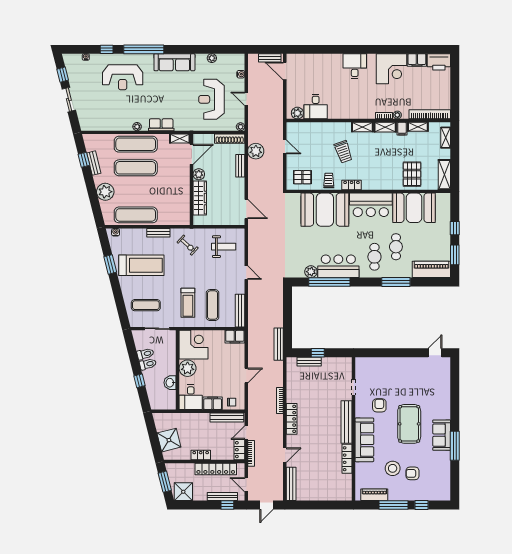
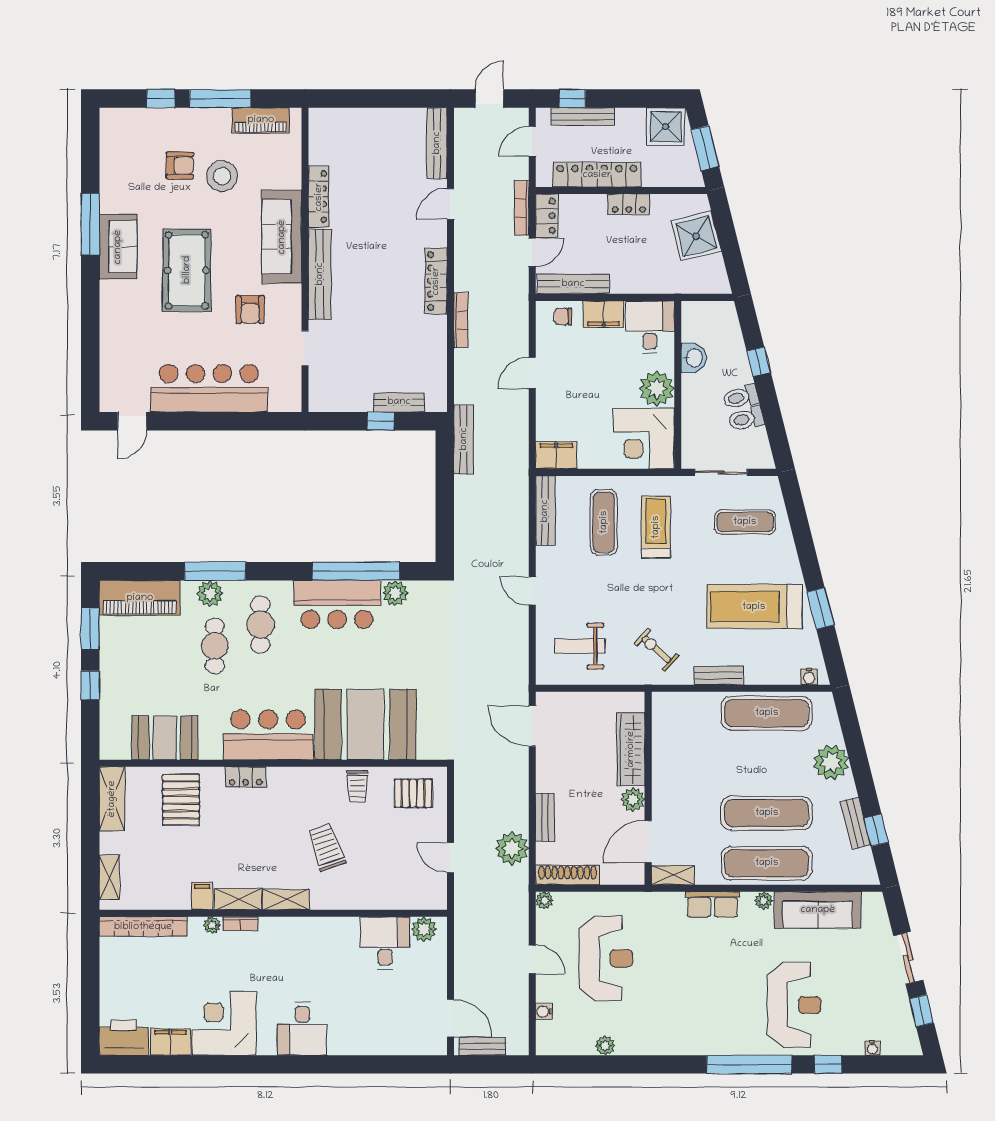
sofa: (174, 62) -> (818, 910), moved, turned 180
reception desk: (123, 77) -> (794, 1005), turned 90
shelving: (418, 127) -> (168, 900), removed
locker: (352, 185) -> (246, 777), moved
booth: (414, 208) -> (165, 738), width x0.73, depth x0.70
plant: (398, 271) -> (210, 593), added
bar counter: (399, 368) -> (209, 388), added
door: (246, 485) -> (532, 141), swing flipped

